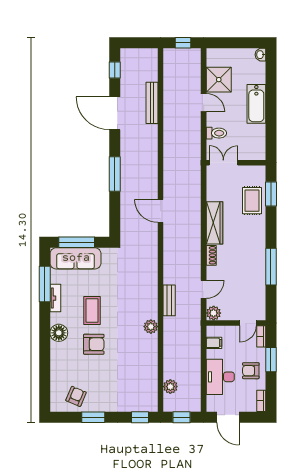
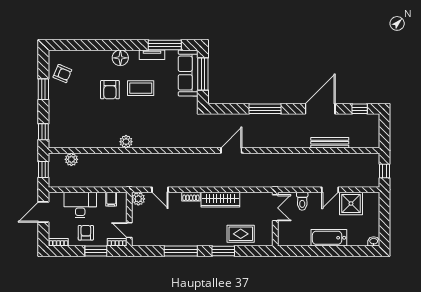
window: (271, 194) -> (223, 251), moved
bench: (169, 300) -> (150, 158), removed

